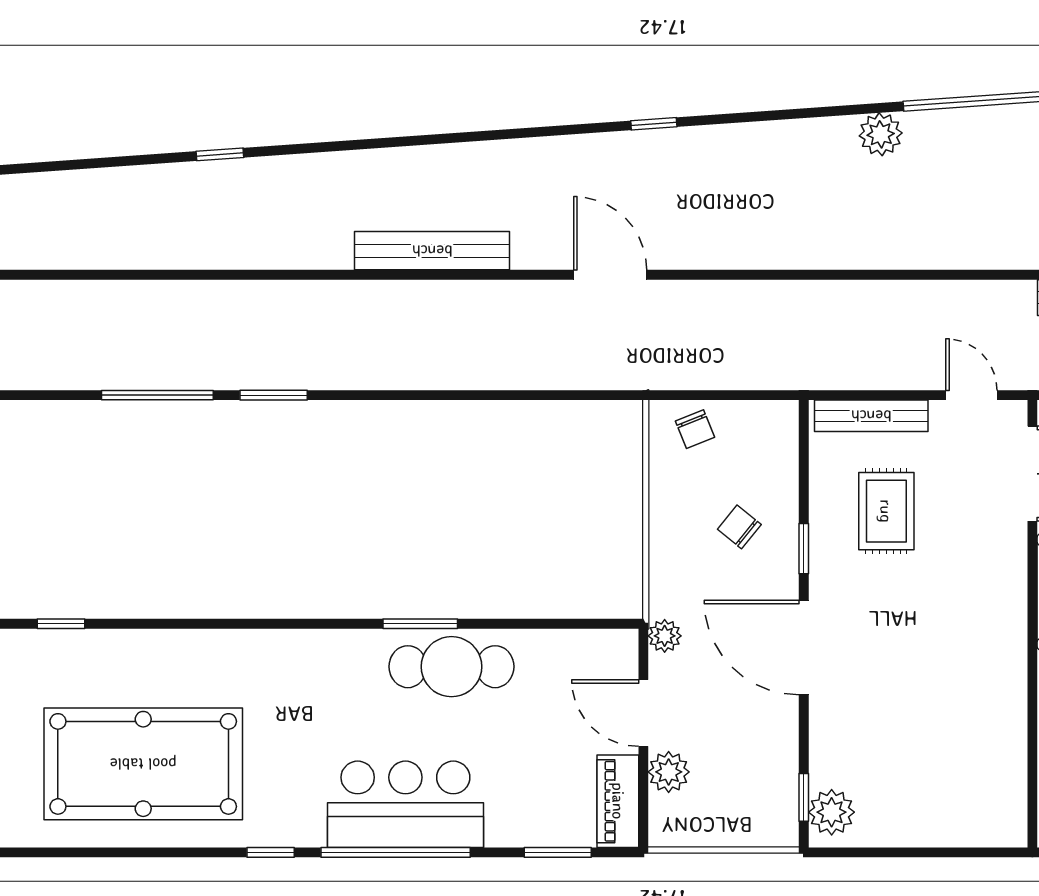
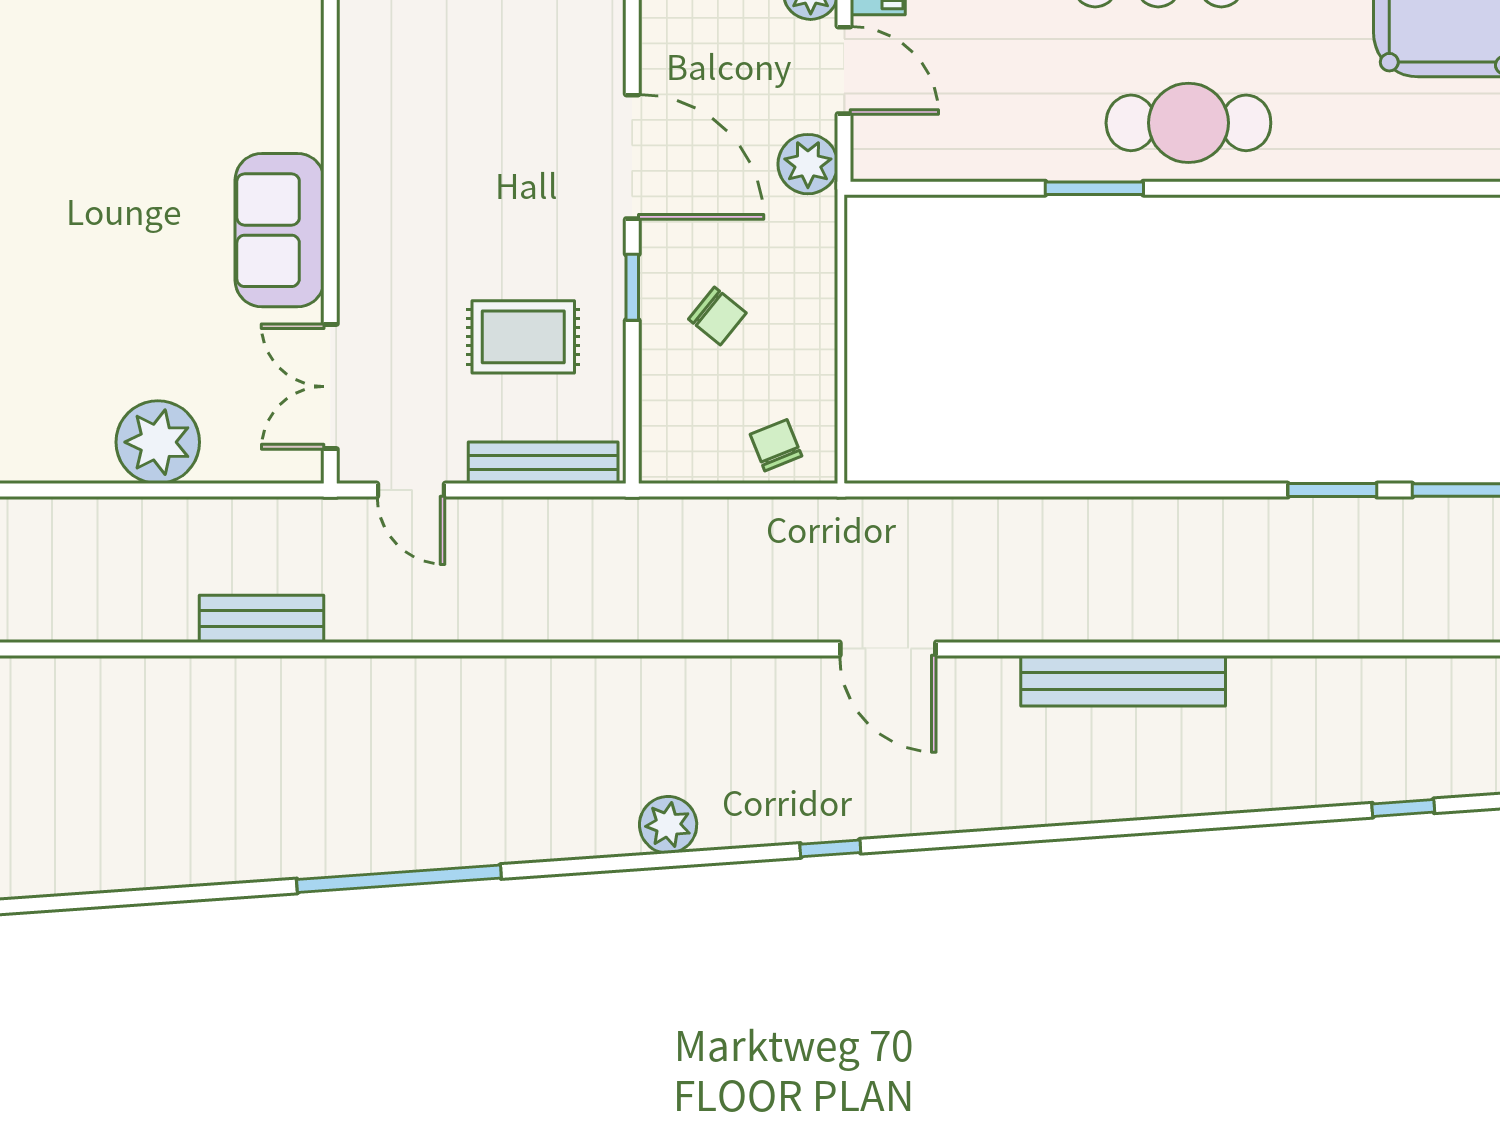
plant: (881, 134) -> (668, 825), moved
rug: (886, 511) -> (523, 337), turned 90
window: (420, 624) -> (1094, 188), moved
plant: (665, 636) -> (808, 164), width x1.38, depth x1.38
cafe table: (451, 667) -> (1188, 123), moved

